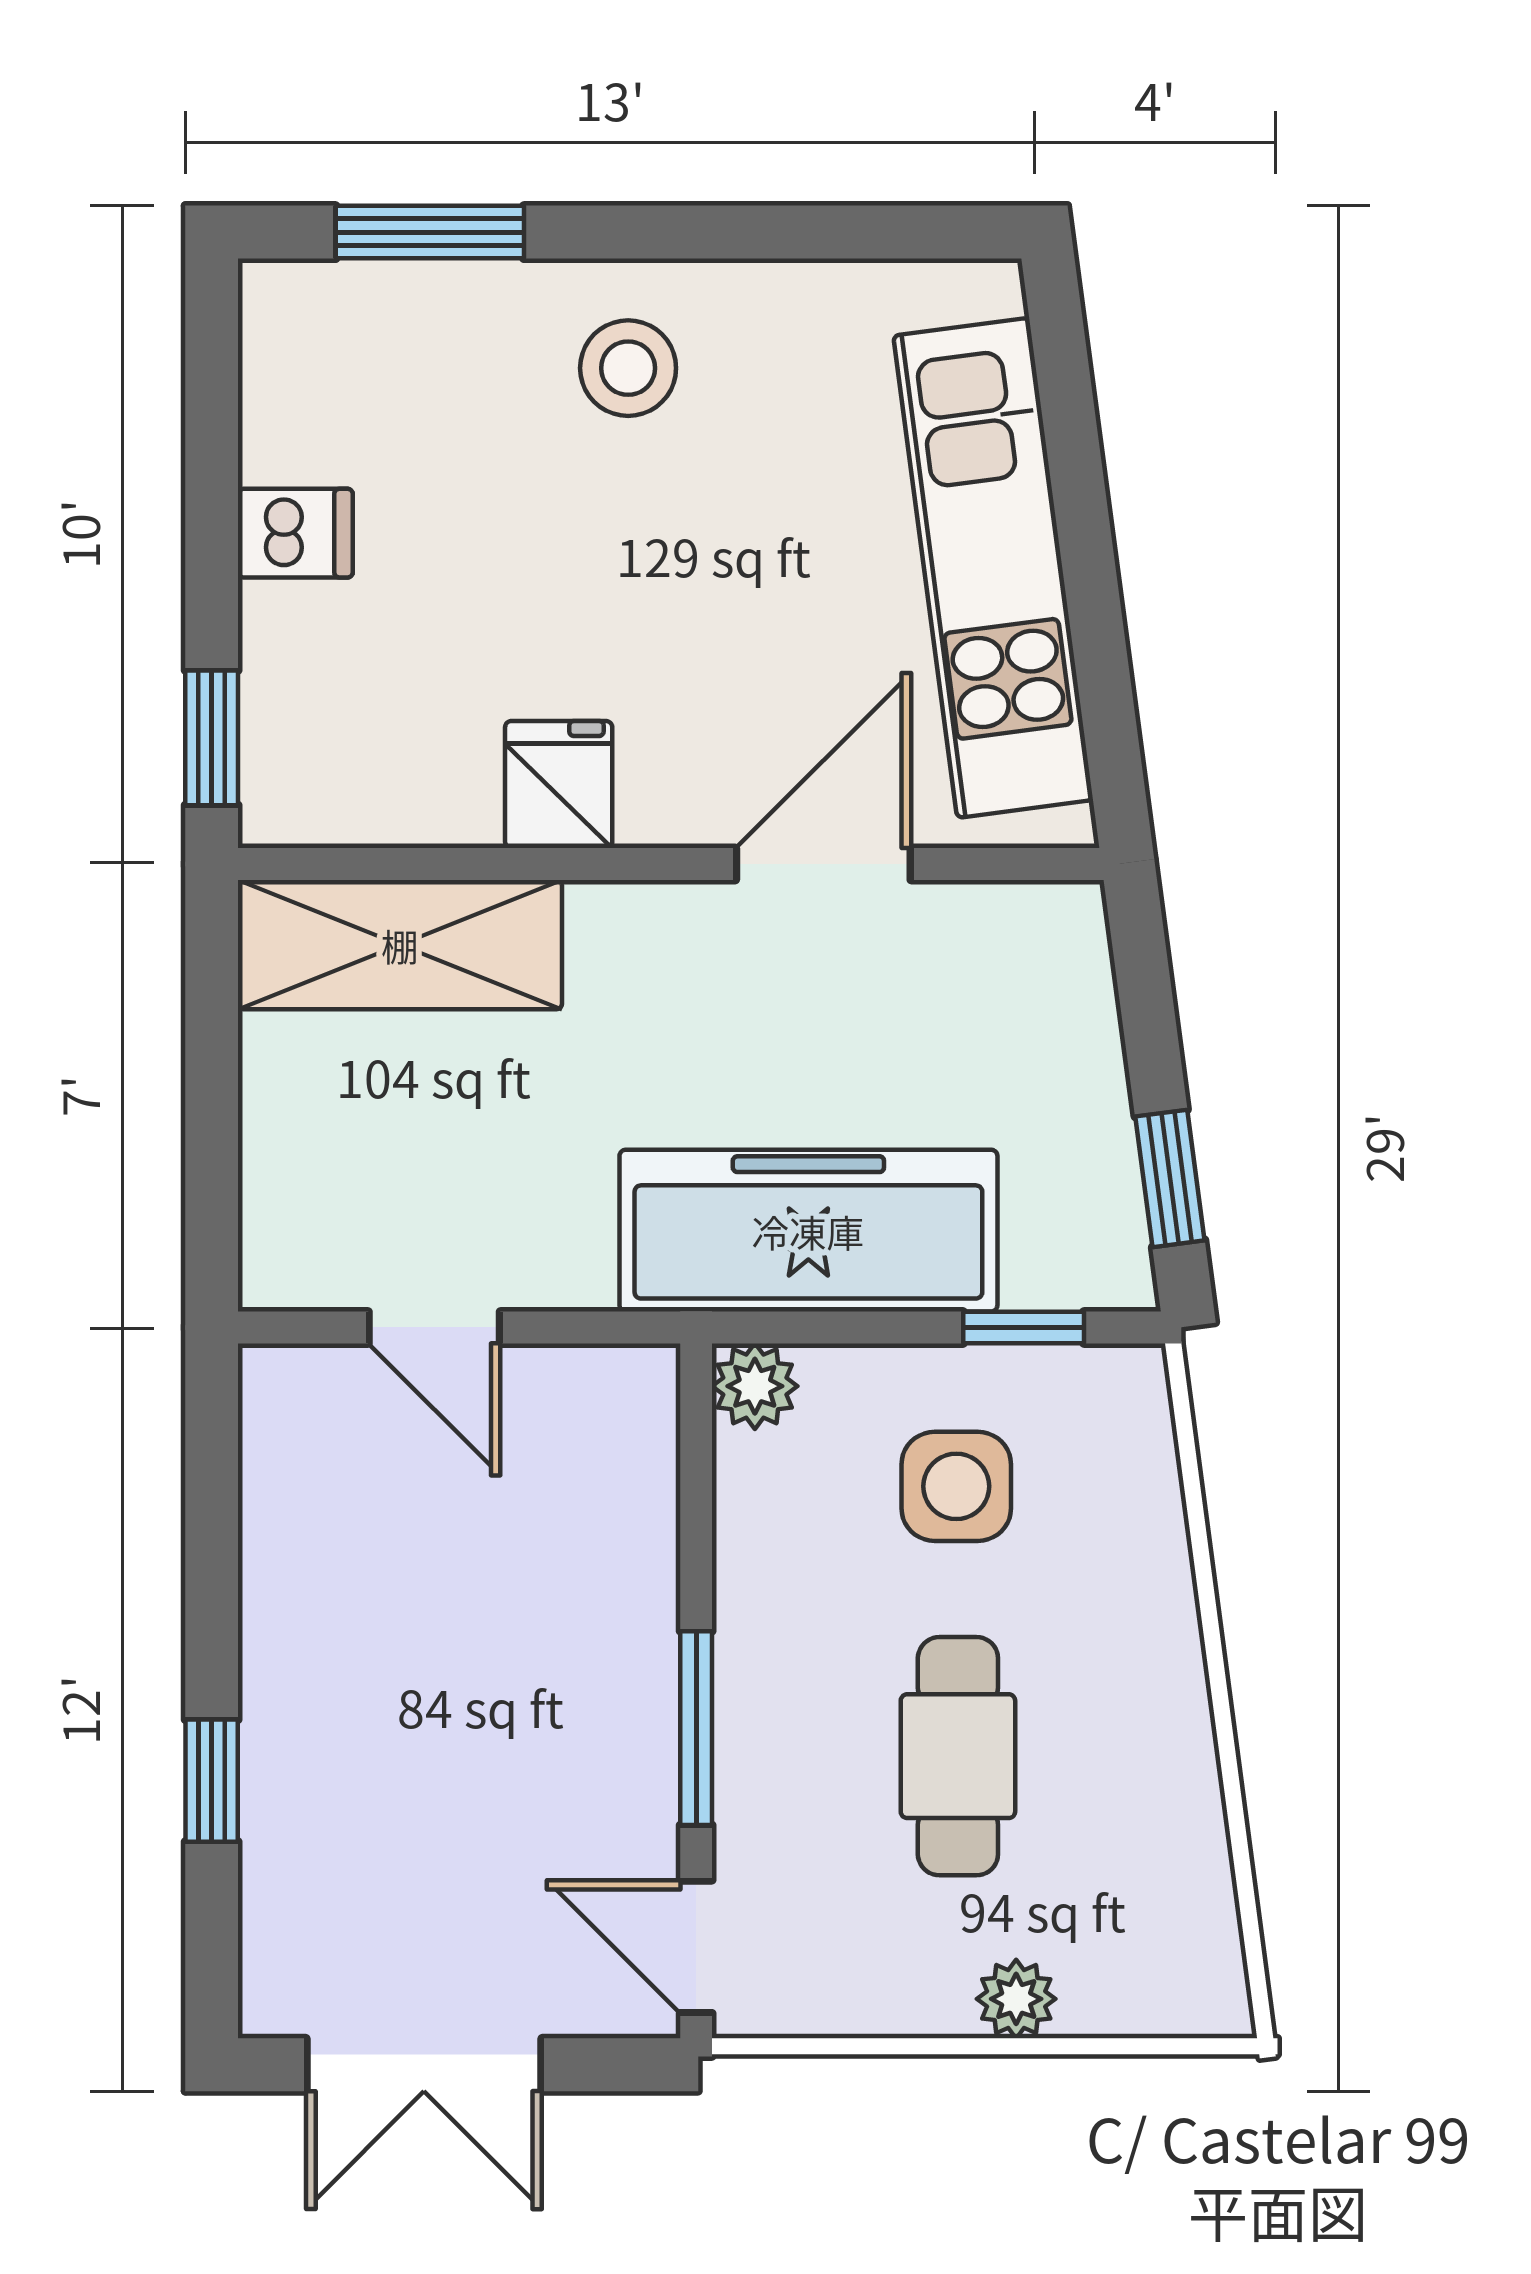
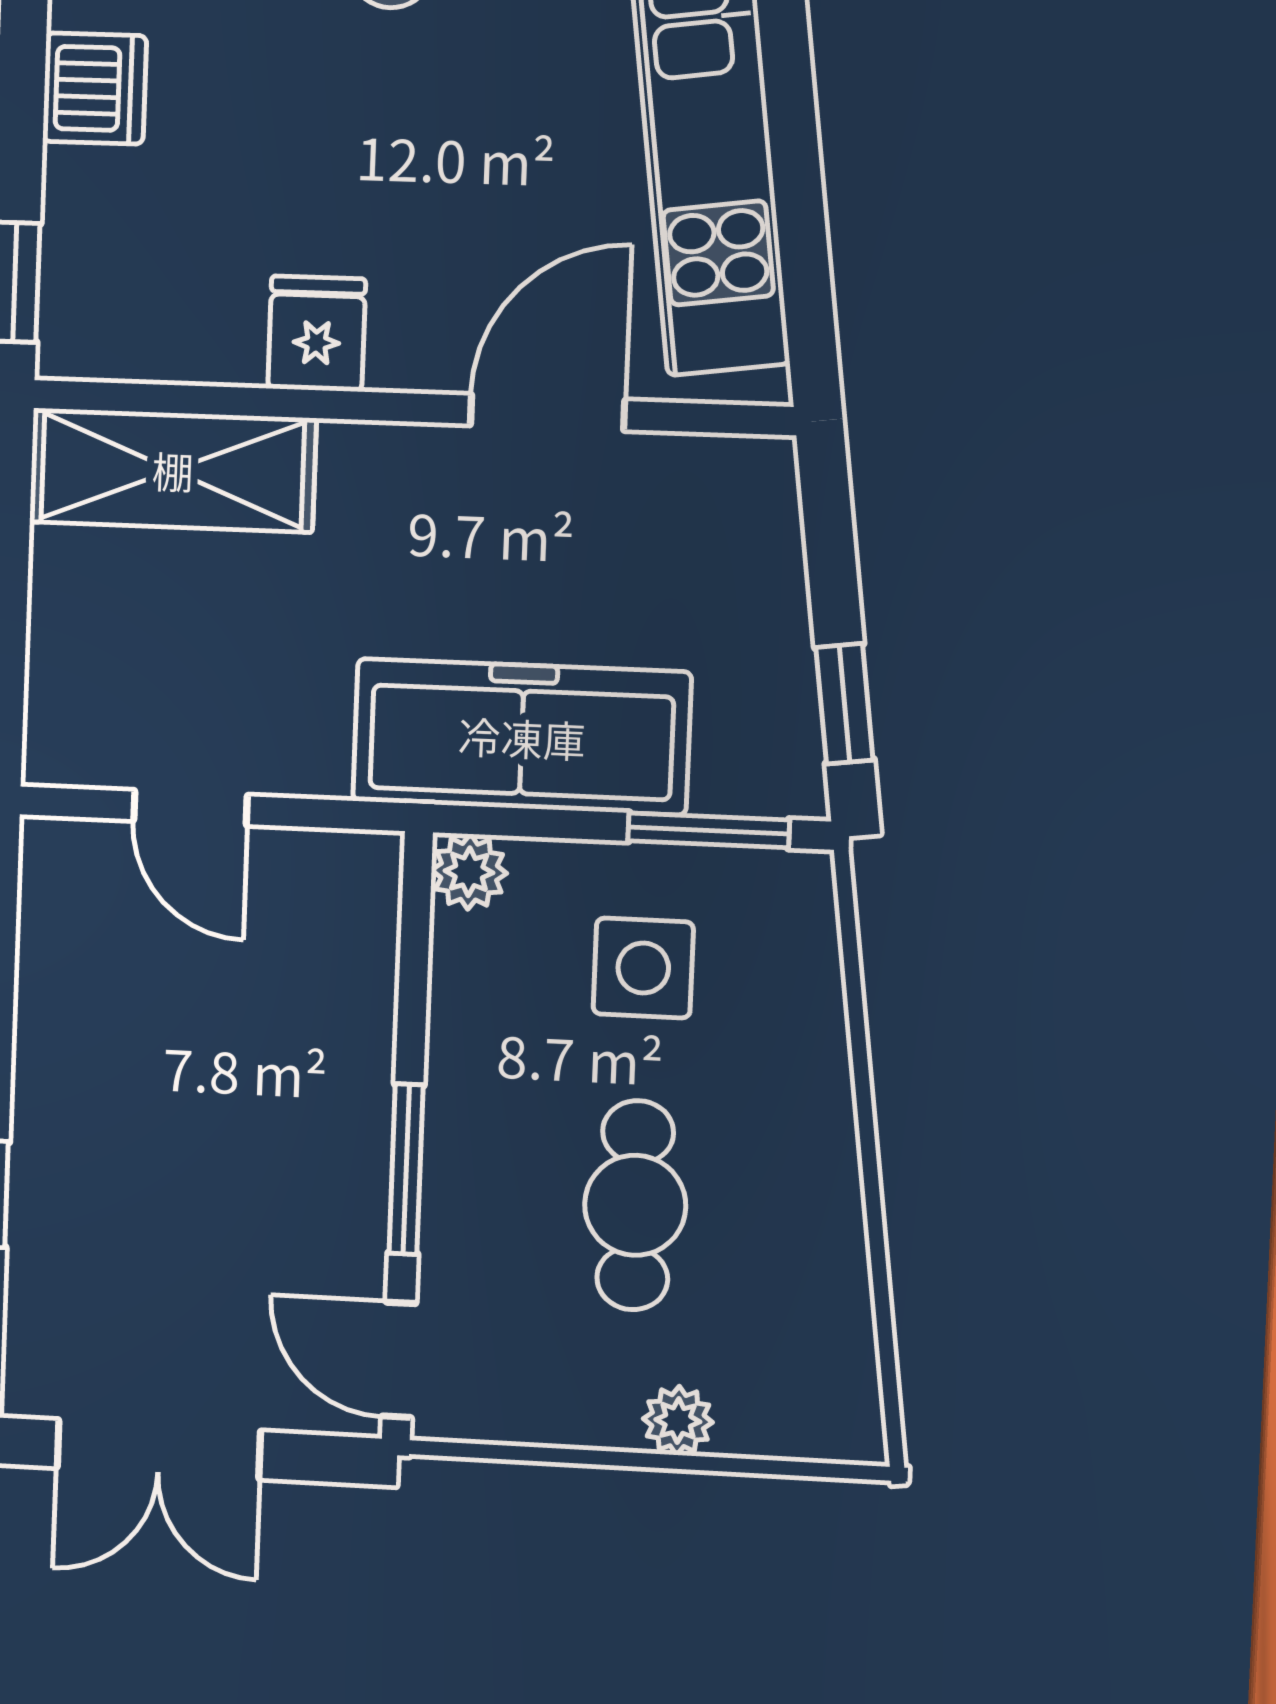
dishwasher: (295, 533) -> (95, 89), width x1.38
window: (1024, 1327) -> (709, 830), width x1.50

